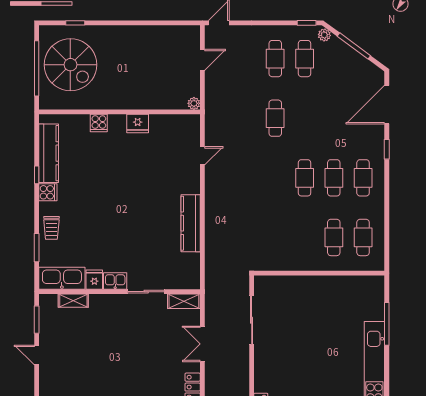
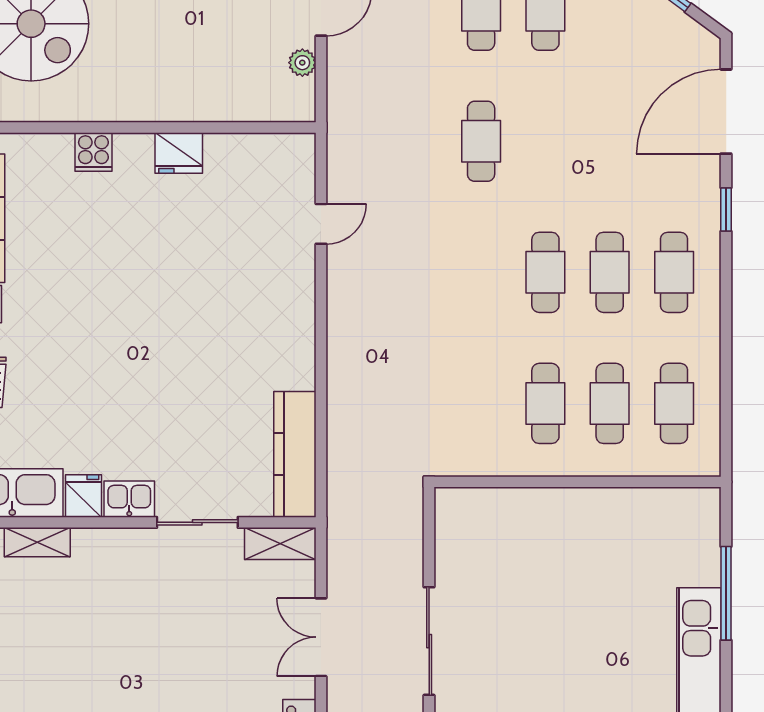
plant: (194, 103) -> (302, 63), moved
kitchen counter: (191, 223) -> (295, 454), moved
cafe table: (305, 237) -> (545, 403), added
sliding door: (252, 320) -> (429, 641), moved

